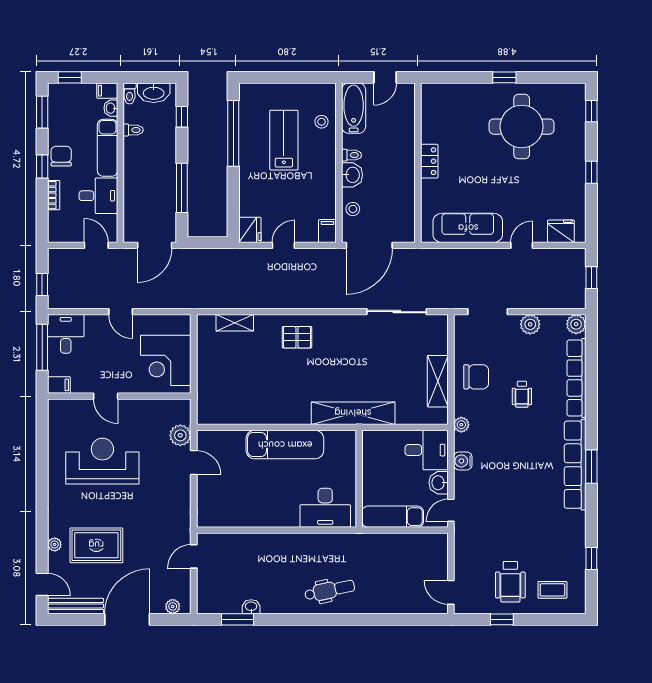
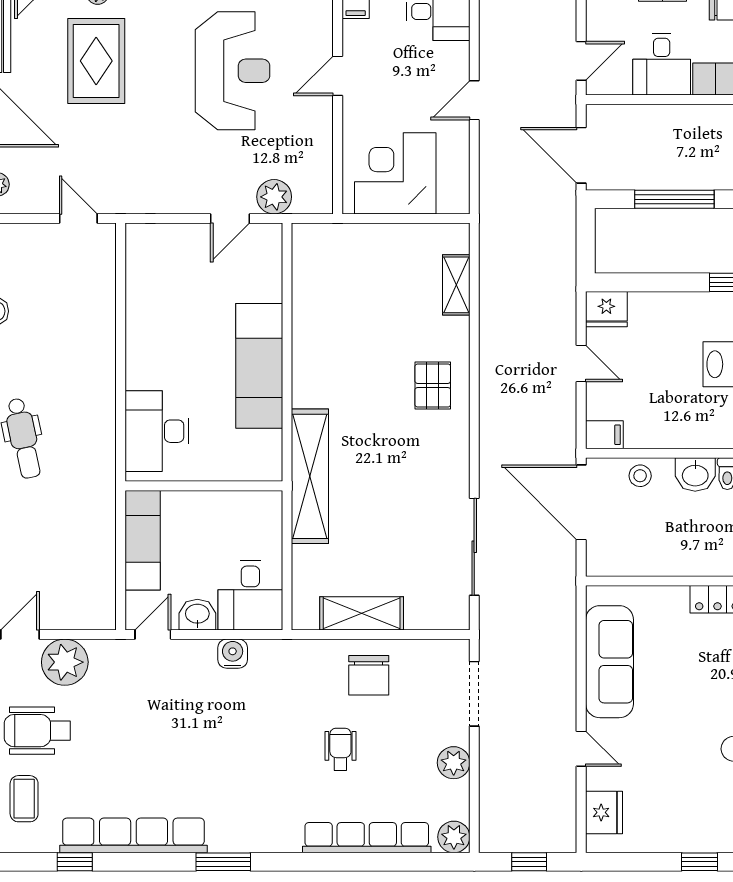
wheelchair: (522, 394) -> (340, 749), turned 90
plant: (461, 425) -> (65, 662), moved, width x1.88, depth x1.88
row of seats: (575, 465) -> (133, 835), moved
door: (451, 510) -> (153, 635), hinge flipped

